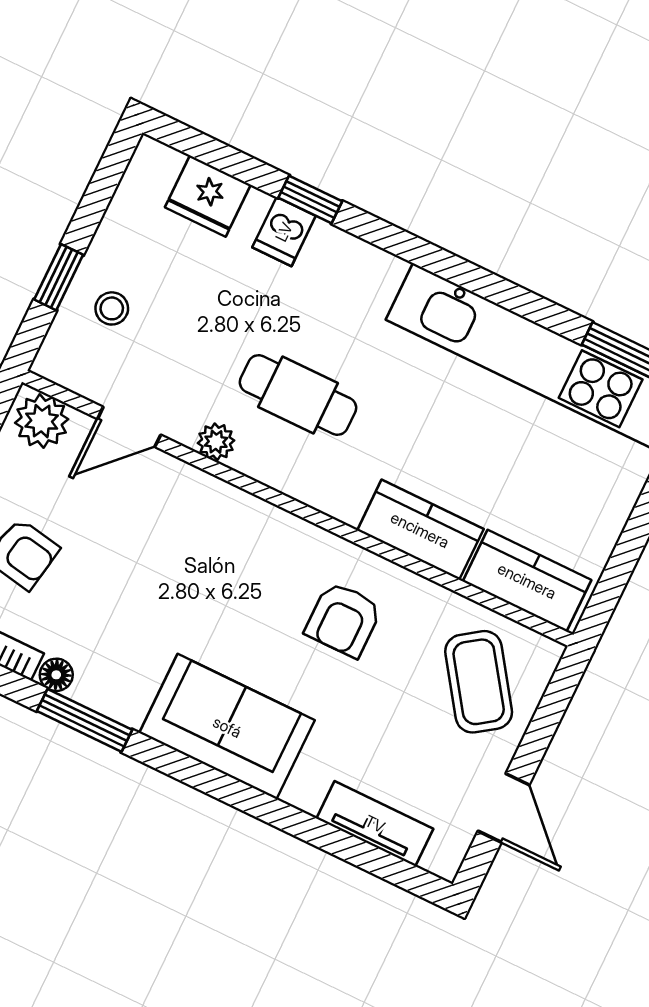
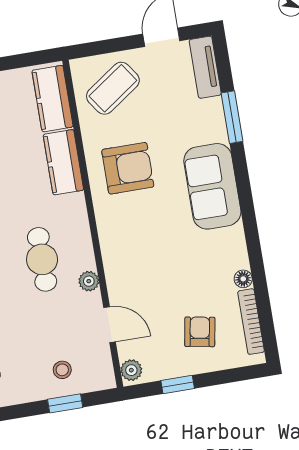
plant: (42, 421) -> (131, 370), width x0.73, depth x0.73
armchair: (343, 619) -> (128, 168), width x1.38, depth x1.38
window: (84, 720) -> (232, 117), moved
tv unit: (375, 824) -> (205, 67), moved

